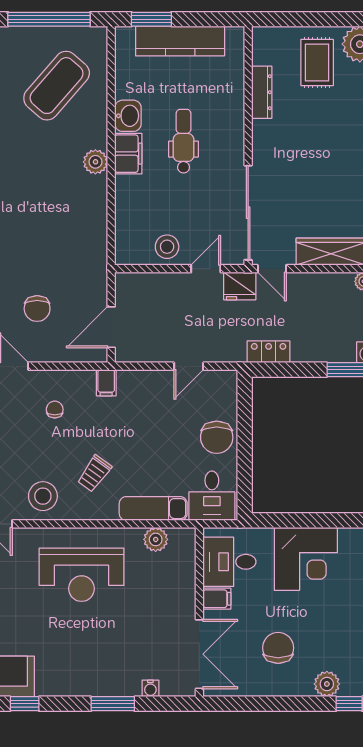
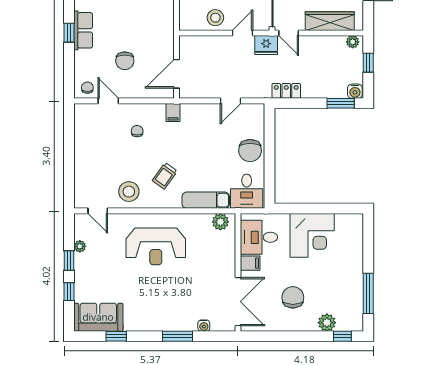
plant: (156, 539) -> (220, 222), moved

